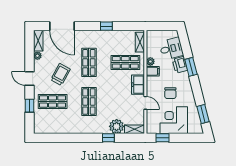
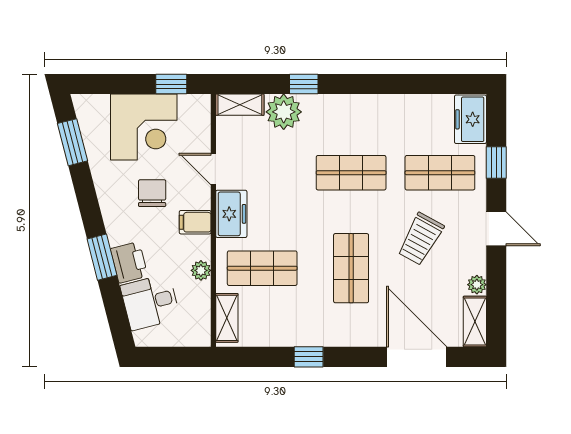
filing cabinet: (153, 71) -> (195, 222), moved
shop shelf: (89, 101) -> (351, 173), turned 90
freezer: (40, 123) -> (470, 119), added

